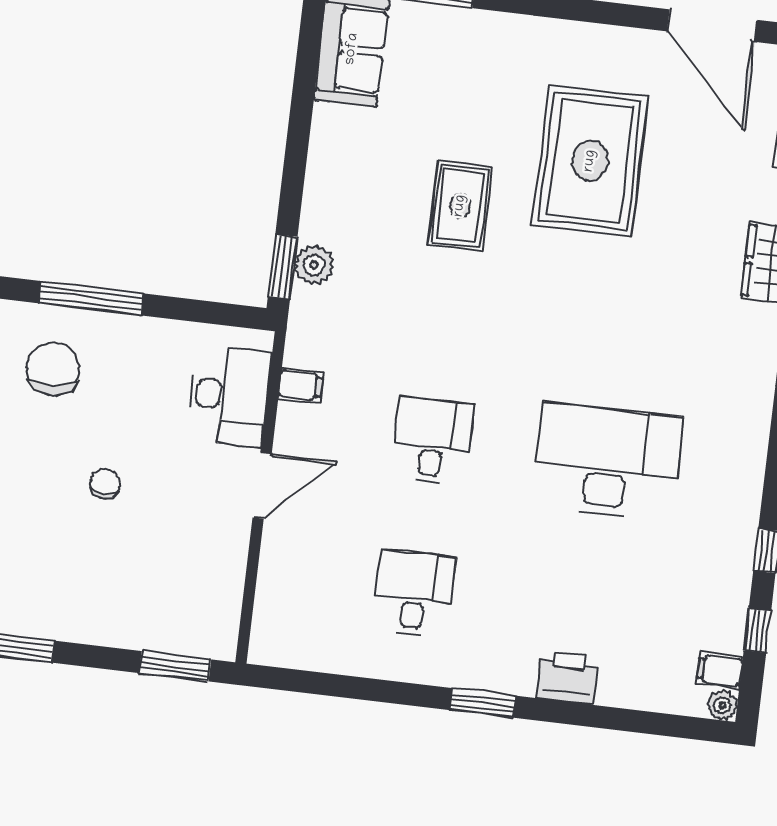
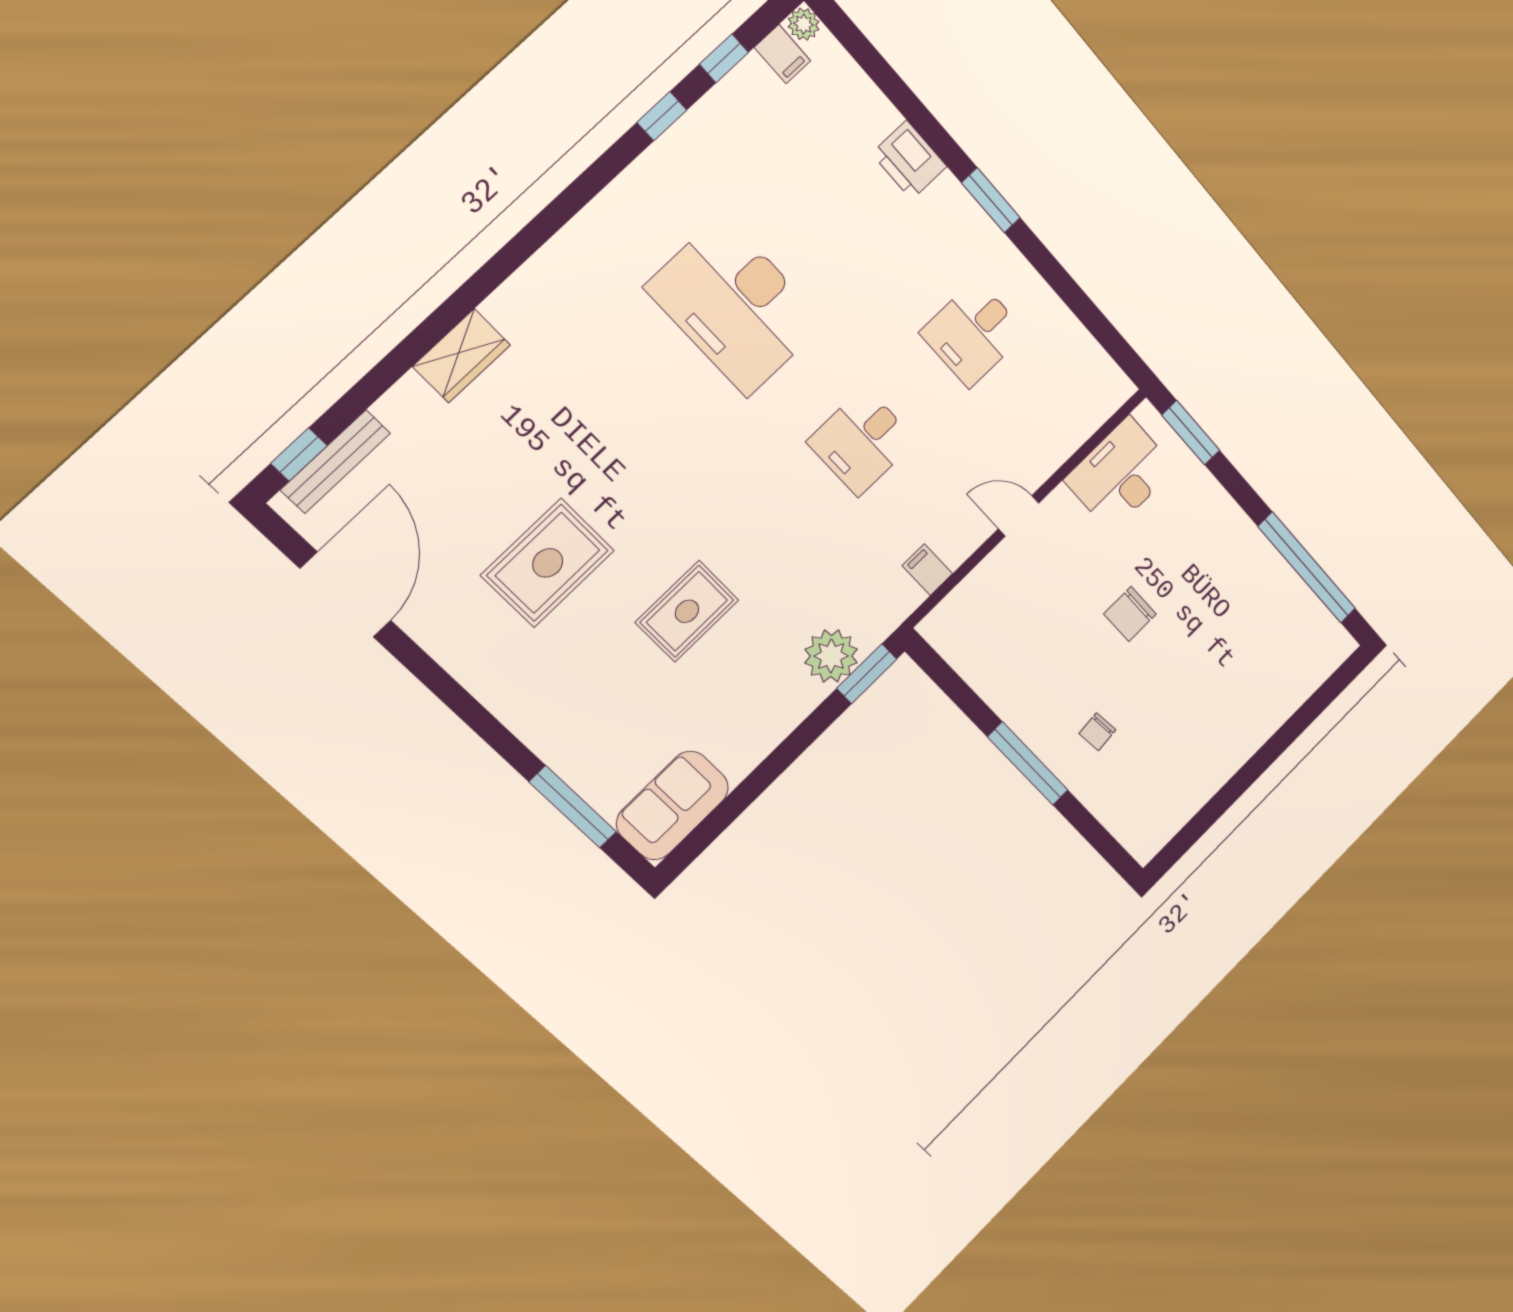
rug: (590, 161) -> (548, 563), width x0.73, depth x0.69
plant: (314, 265) -> (831, 656), width x1.36, depth x1.36
chair: (53, 369) -> (1097, 732), width x0.54, depth x0.54
desk: (229, 395) -> (1120, 474), moved
chair: (105, 484) -> (1130, 614), width x1.37, depth x1.37
door: (262, 485) -> (1019, 516), width x0.73

